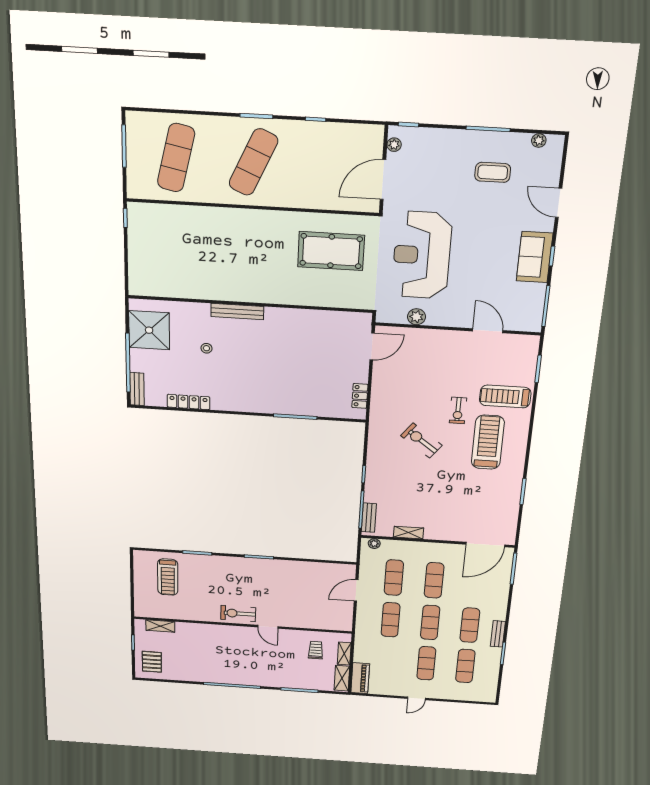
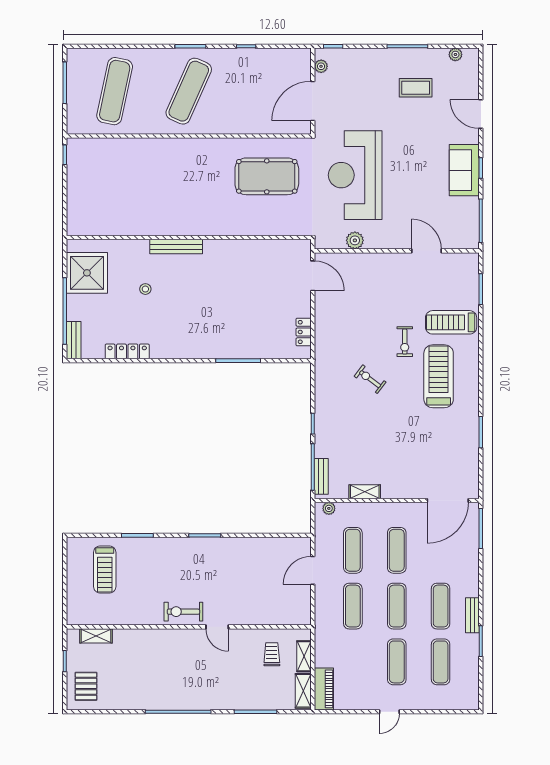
door: (372, 346) -> (313, 276), hinge flipped
exercise bike: (421, 440) -> (370, 379), width x0.73, depth x0.72

